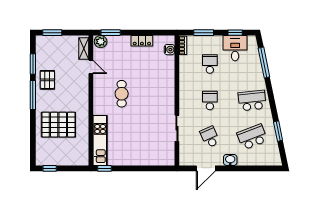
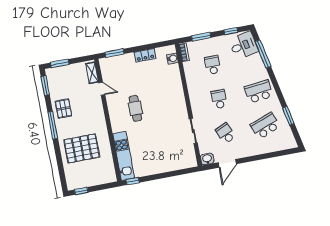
plant: (101, 42) -> (107, 63), removed
desk: (235, 48) -> (244, 45), moved, turned 78
window: (33, 64) -> (45, 86), moved
washbasin: (230, 160) -> (207, 159), moved

